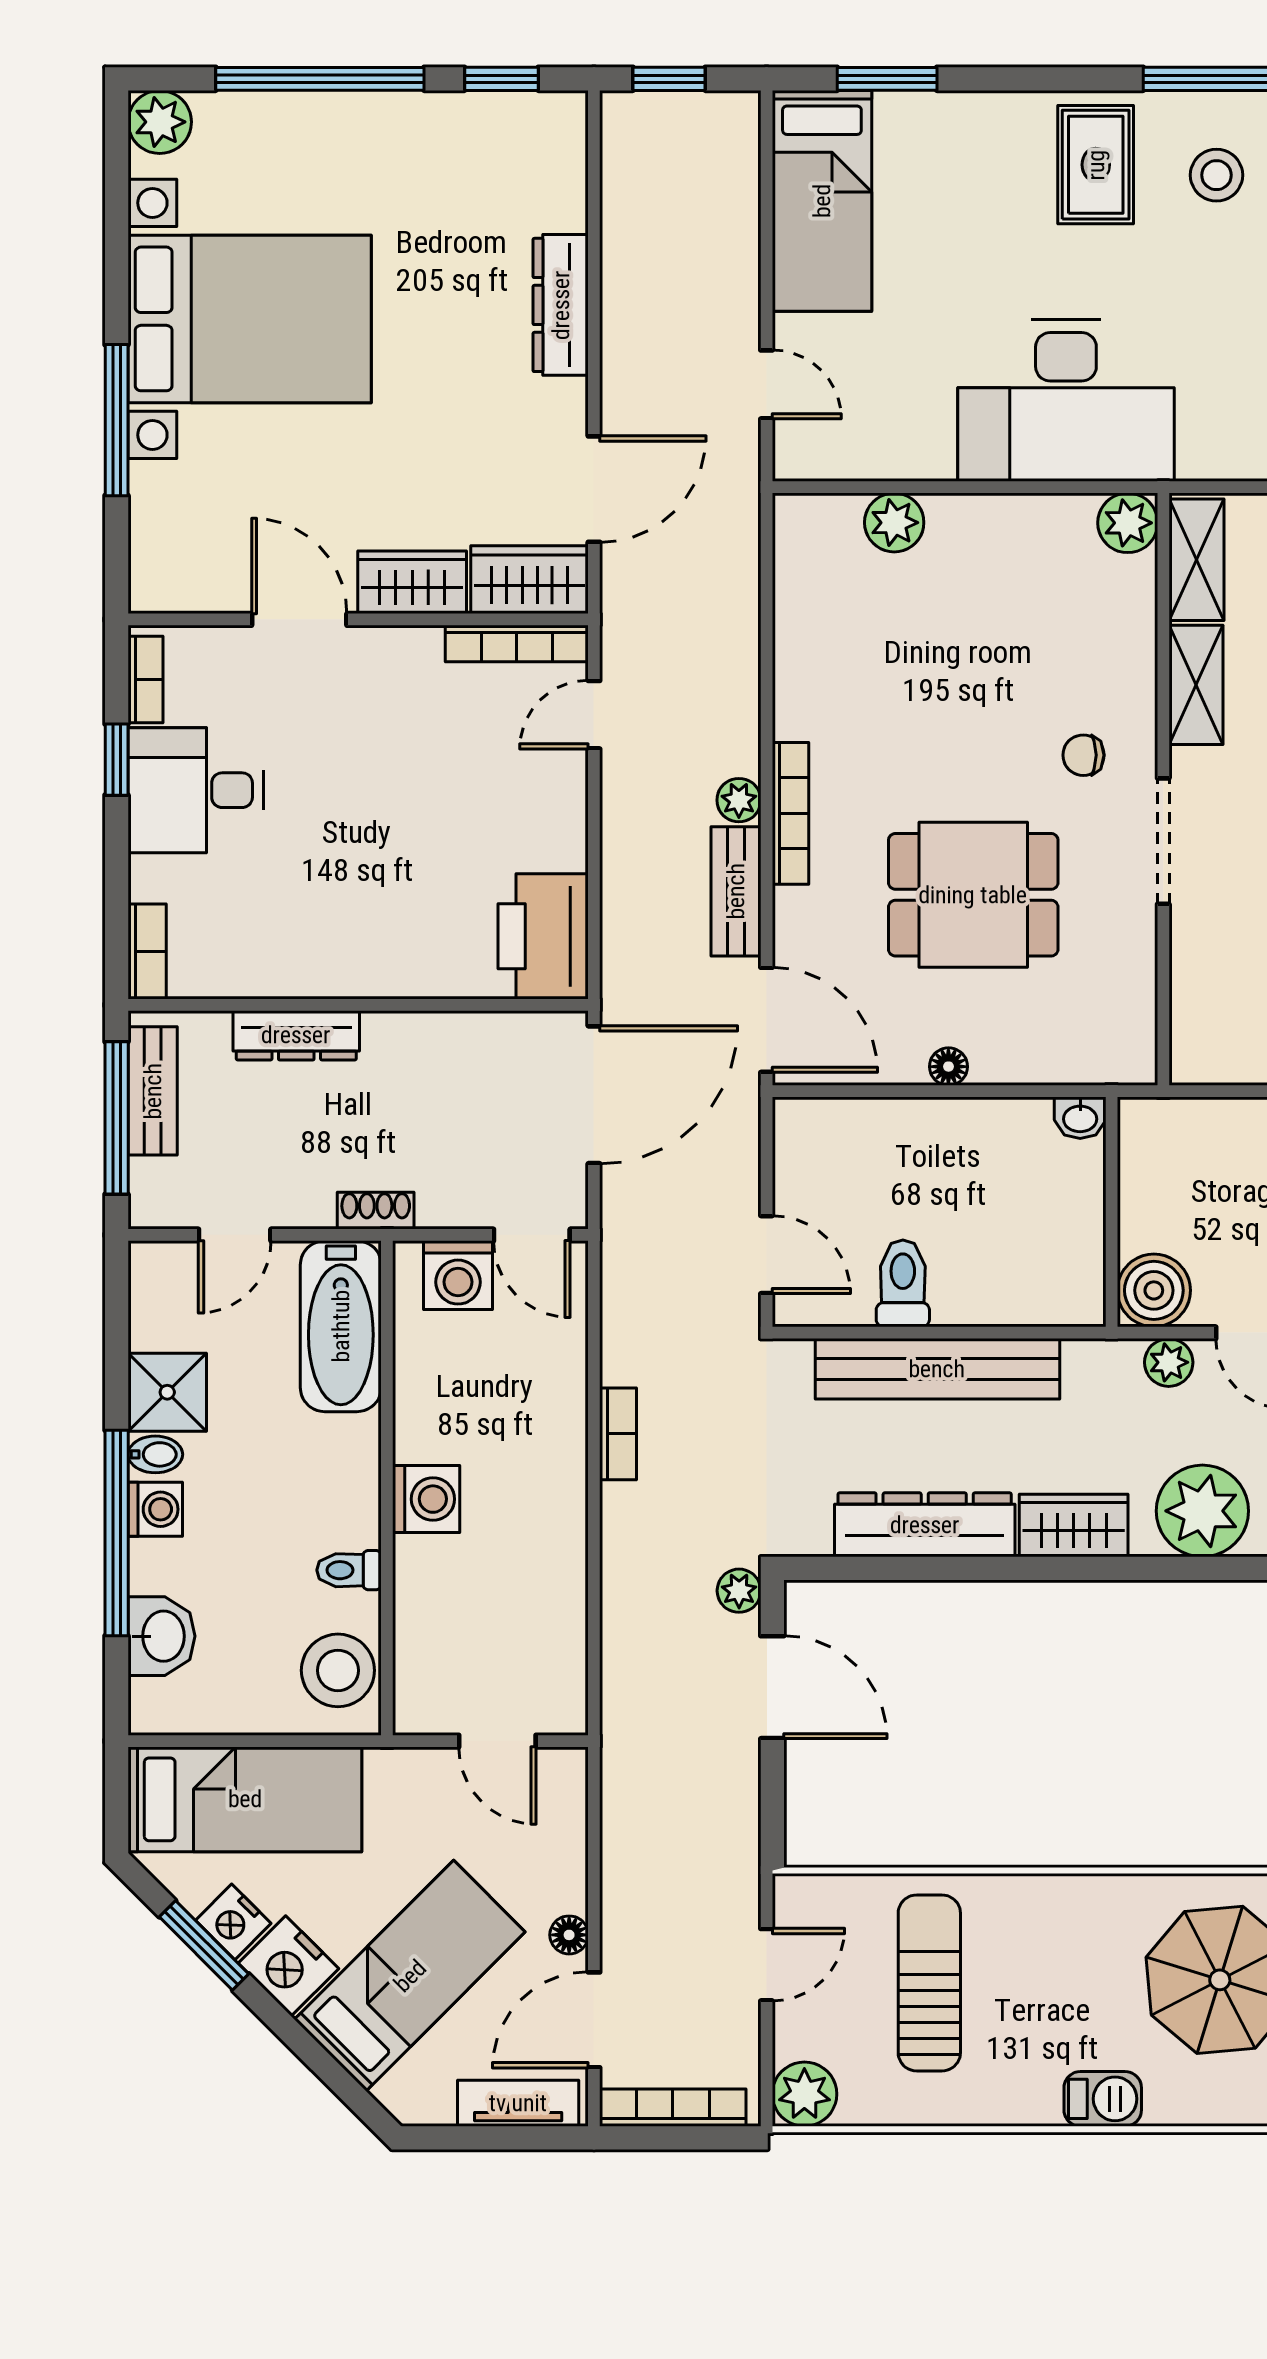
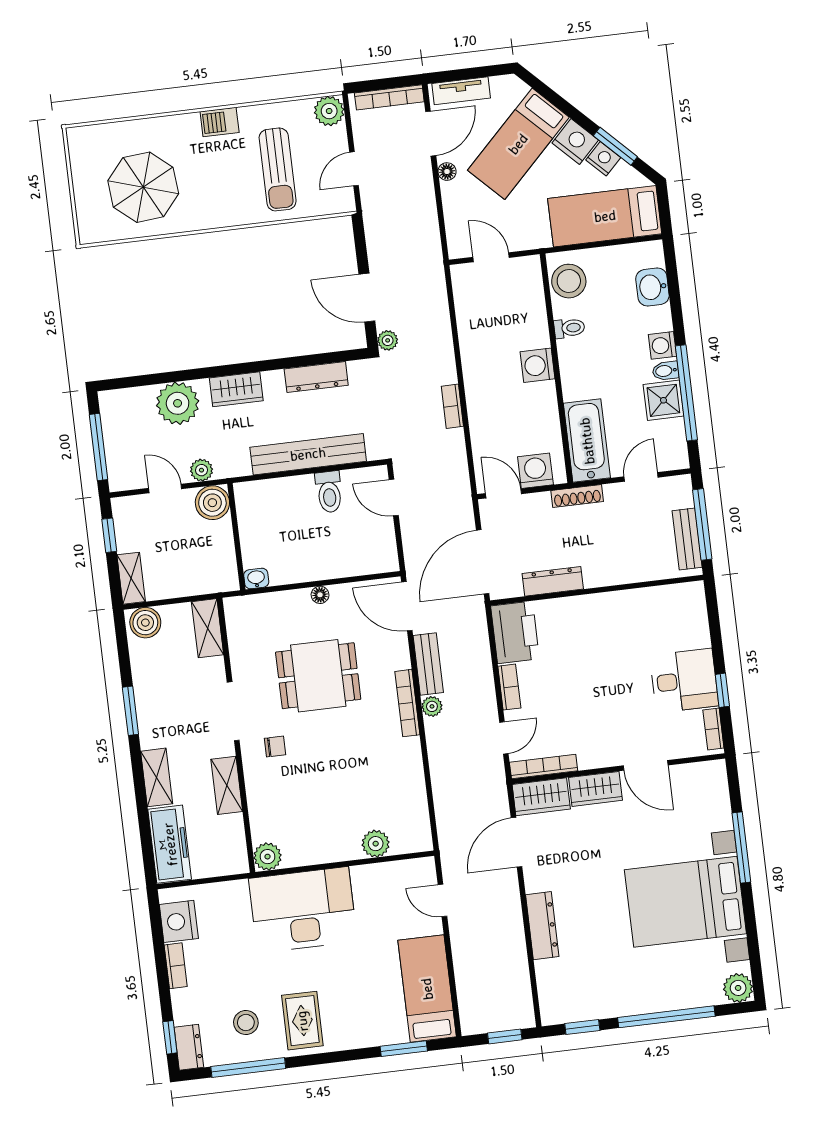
shelving: (1196, 560) -> (208, 628), moved
bookcase: (147, 951) -> (509, 687), moved, turned 180
dresser: (296, 1035) -> (553, 581), moved
shoe rack: (376, 1211) -> (577, 496), width x1.43
dresser: (925, 1525) -> (316, 377), width x0.73, depth x0.80
window: (117, 1533) -> (686, 393), moved
barbecue: (1103, 2099) -> (220, 122), moved

